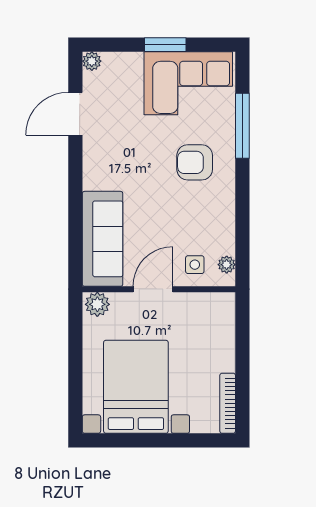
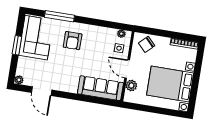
plant: (97, 304) -> (131, 86), moved
chair: (213, 323) -> (147, 44), added

